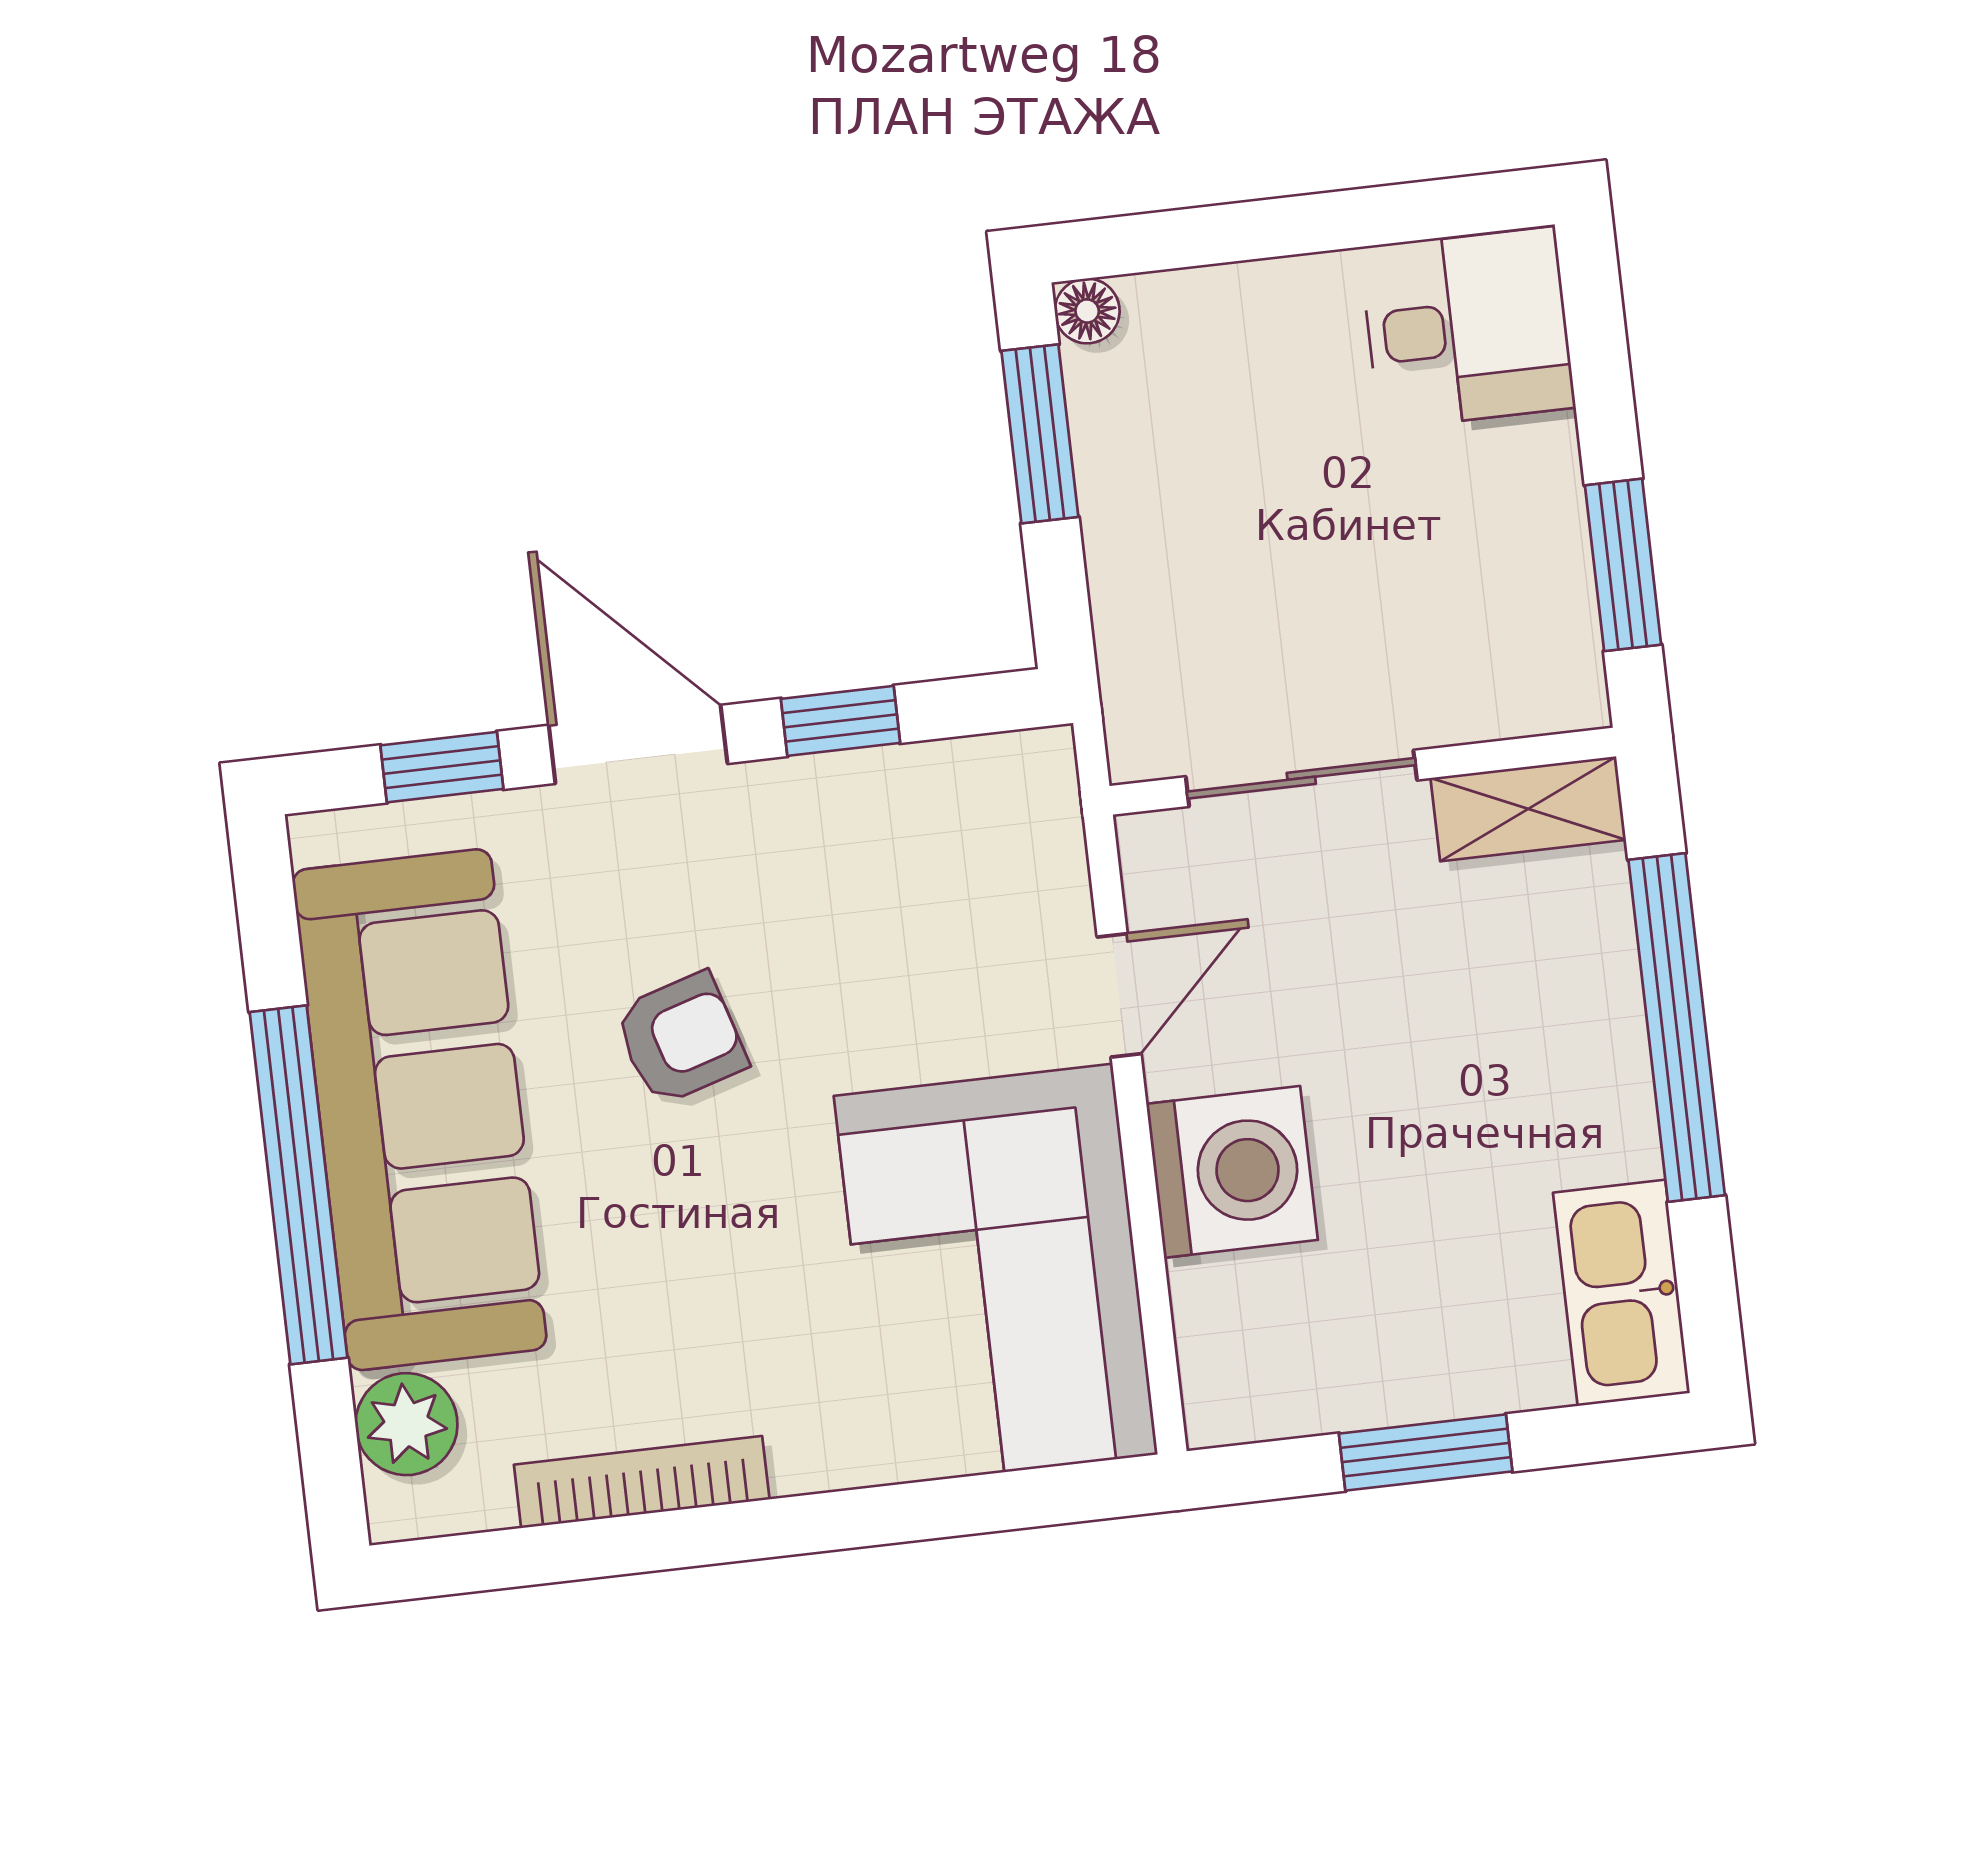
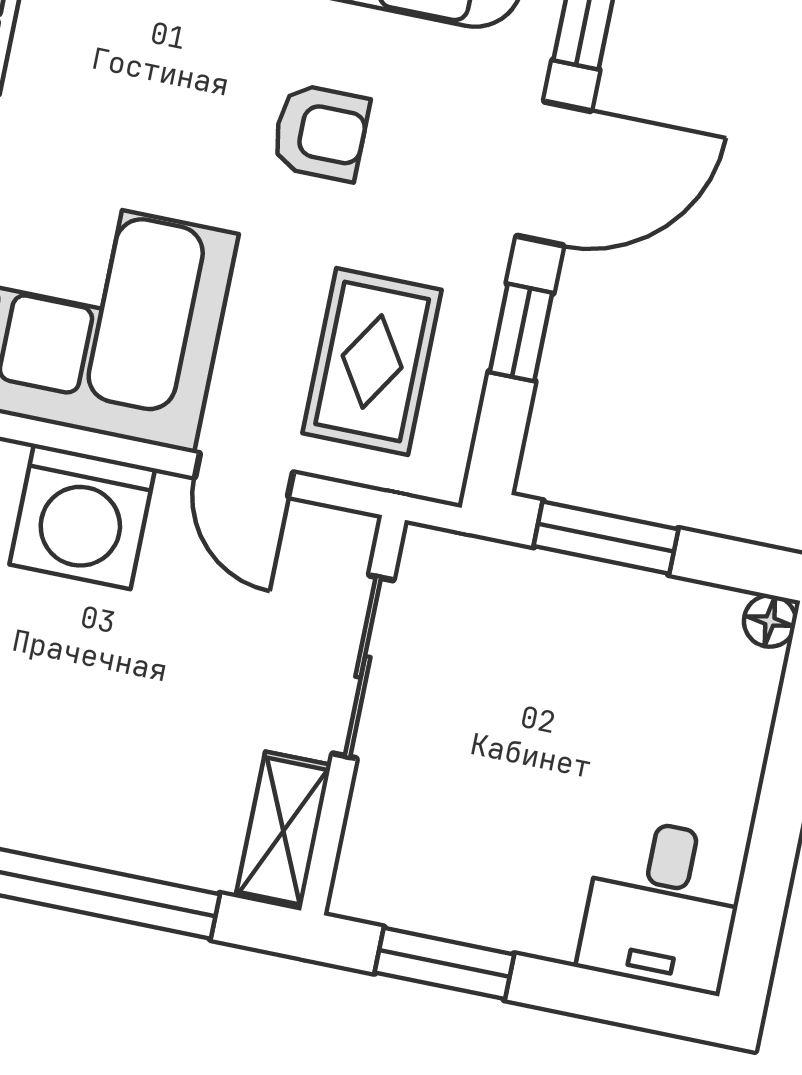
window: (1040, 434) -> (606, 538), moved
rug: (934, 887) -> (372, 362), added
armchair: (681, 1039) -> (320, 132), turned -73

